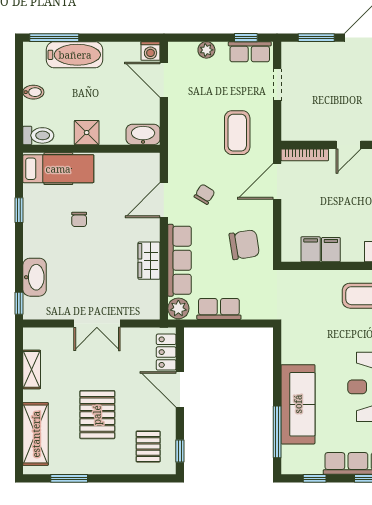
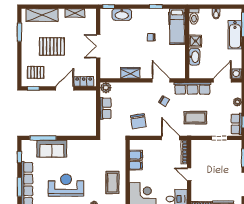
washbasin: (143, 134) -> (194, 57), moved
row of seats: (180, 260) -> (192, 88), moved
sofa: (298, 404) -> (52, 149), width x0.73

